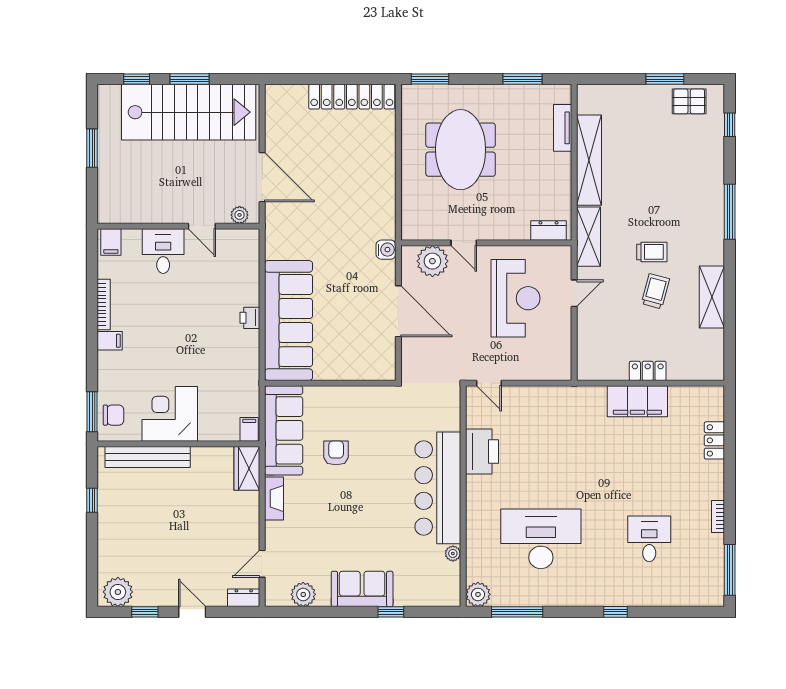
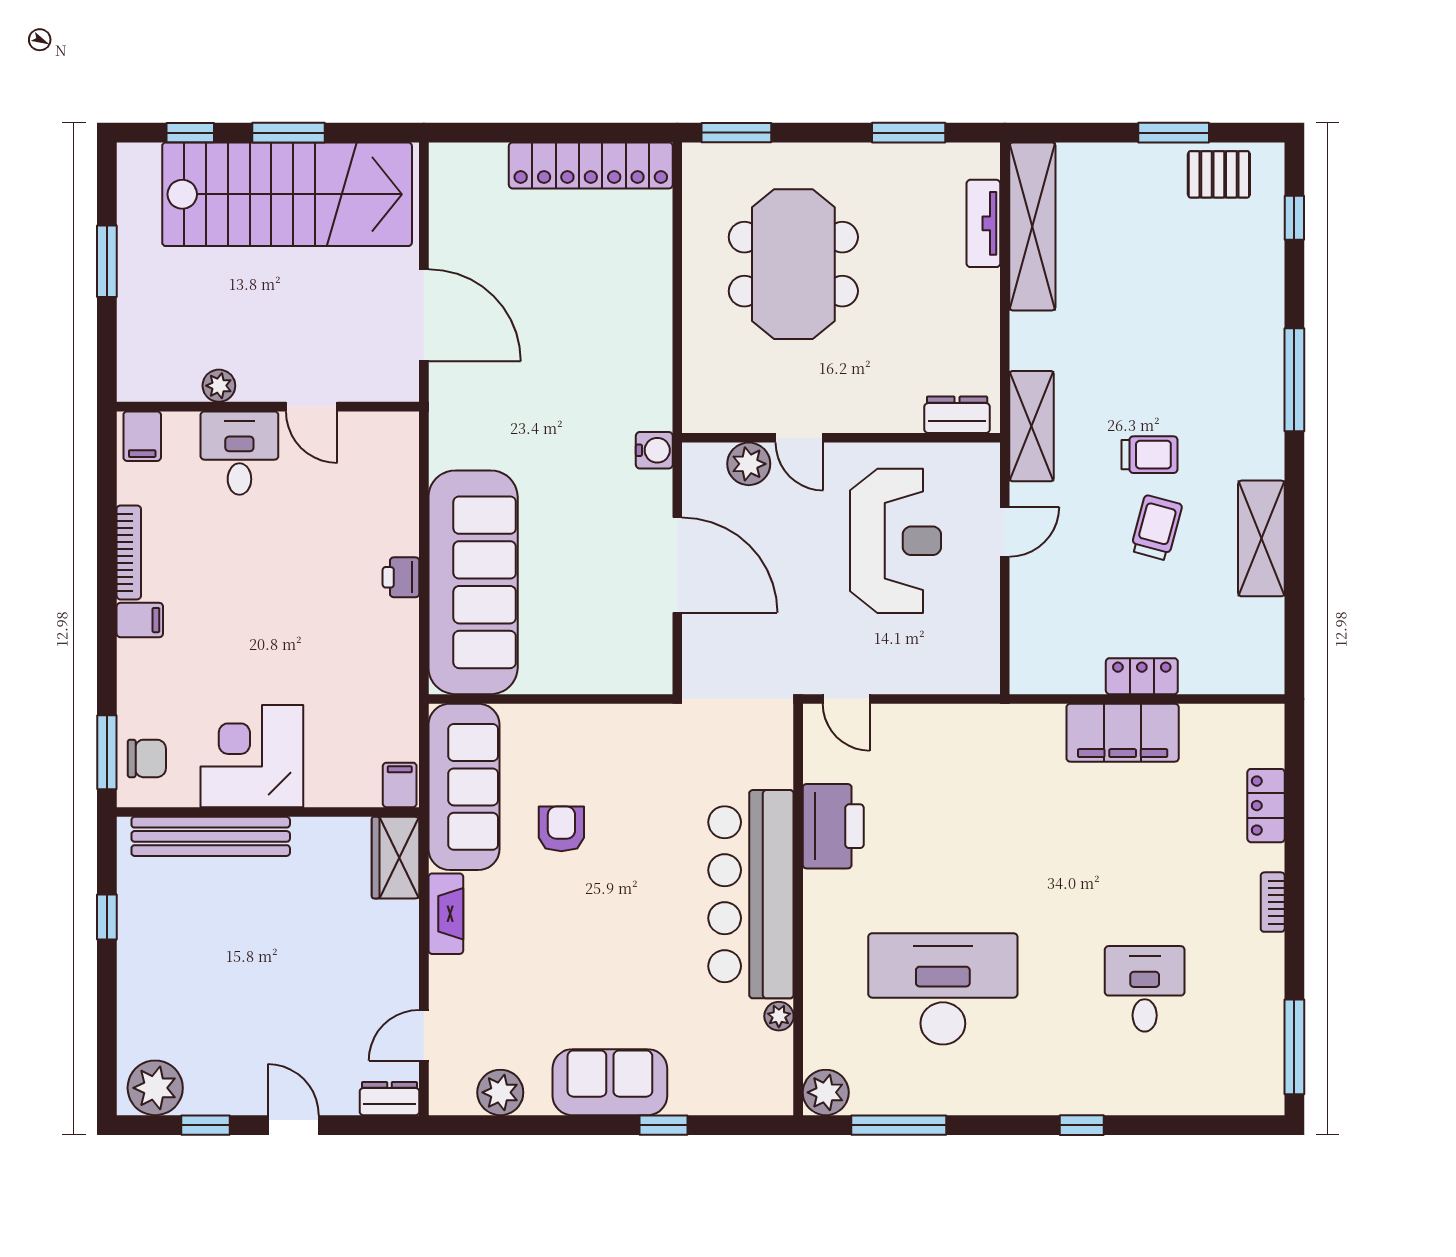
shelving: (589, 160) -> (1032, 226), moved
plant: (240, 215) -> (219, 386), moved
plant: (432, 261) -> (749, 464), width x0.73, depth x0.73
bookcase: (718, 517) -> (1273, 902), moved

